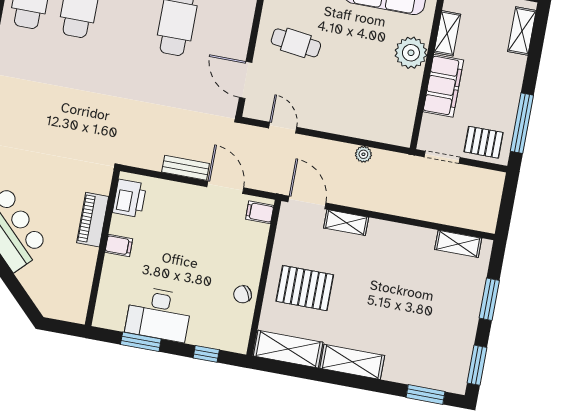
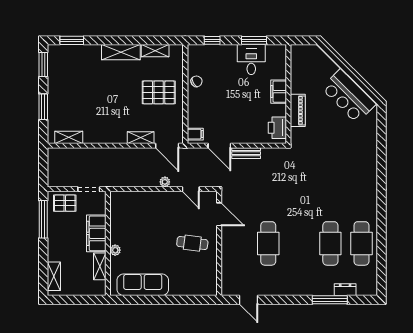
plant: (411, 53) -> (115, 250), width x0.53, depth x0.53
plant: (363, 154) -> (165, 182), moved
filing cabinet: (119, 245) -> (279, 92), width x2.00
desk: (159, 314) -> (251, 60), width x0.73
shelving: (288, 349) -> (155, 51), width x0.67, depth x0.75

